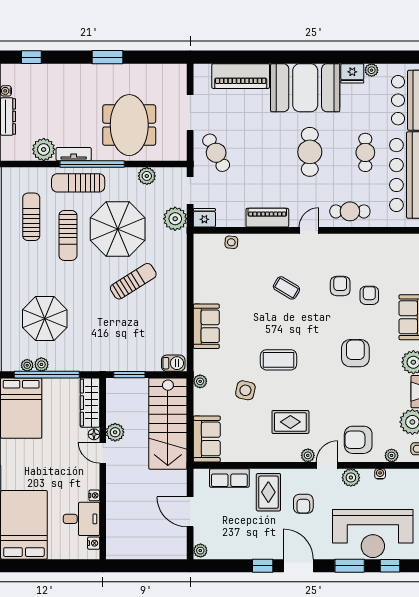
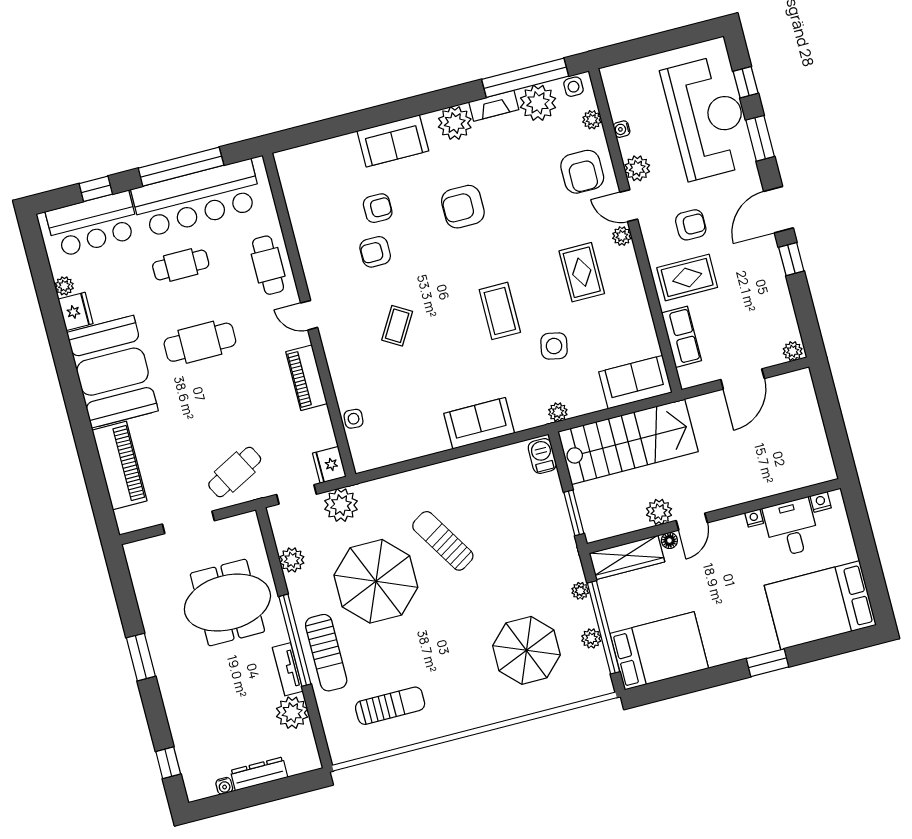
sun lounger: (31, 217) -> (390, 706), turned 180
sun lounger: (68, 235) -> (403, 648), removed
armchair: (369, 295) -> (378, 208), turned 180
plant: (27, 365) -> (580, 591), moved

